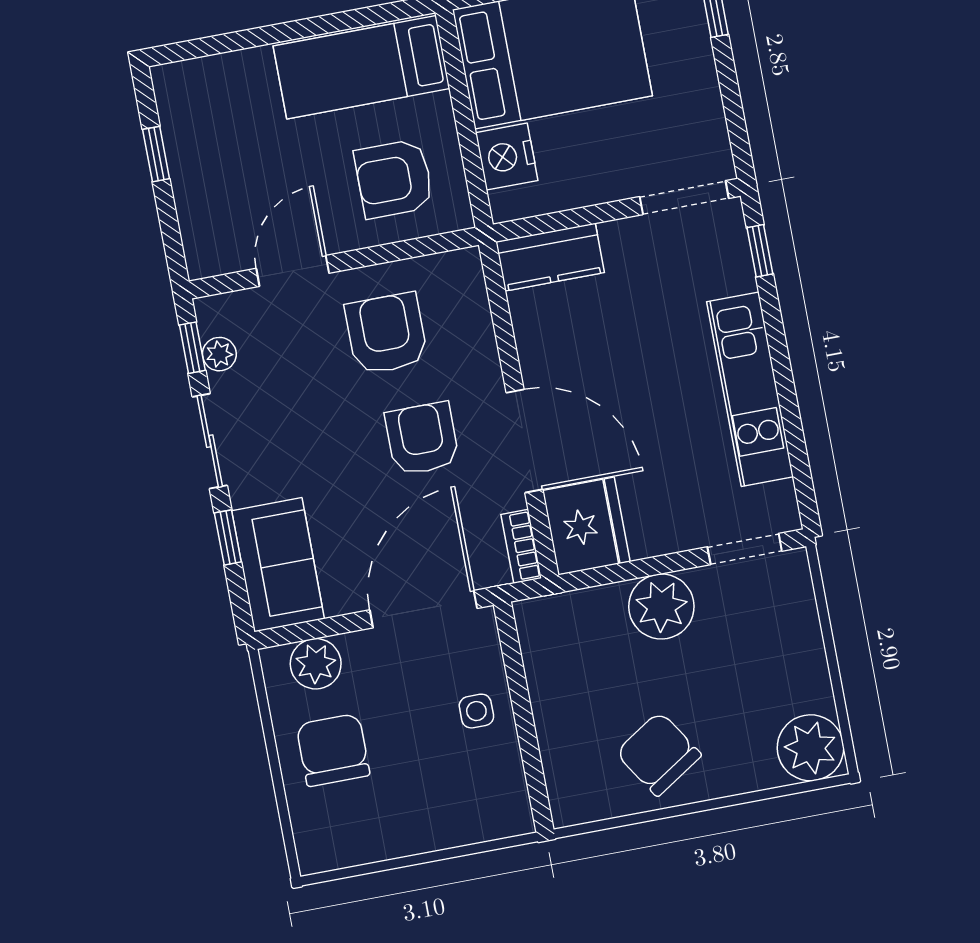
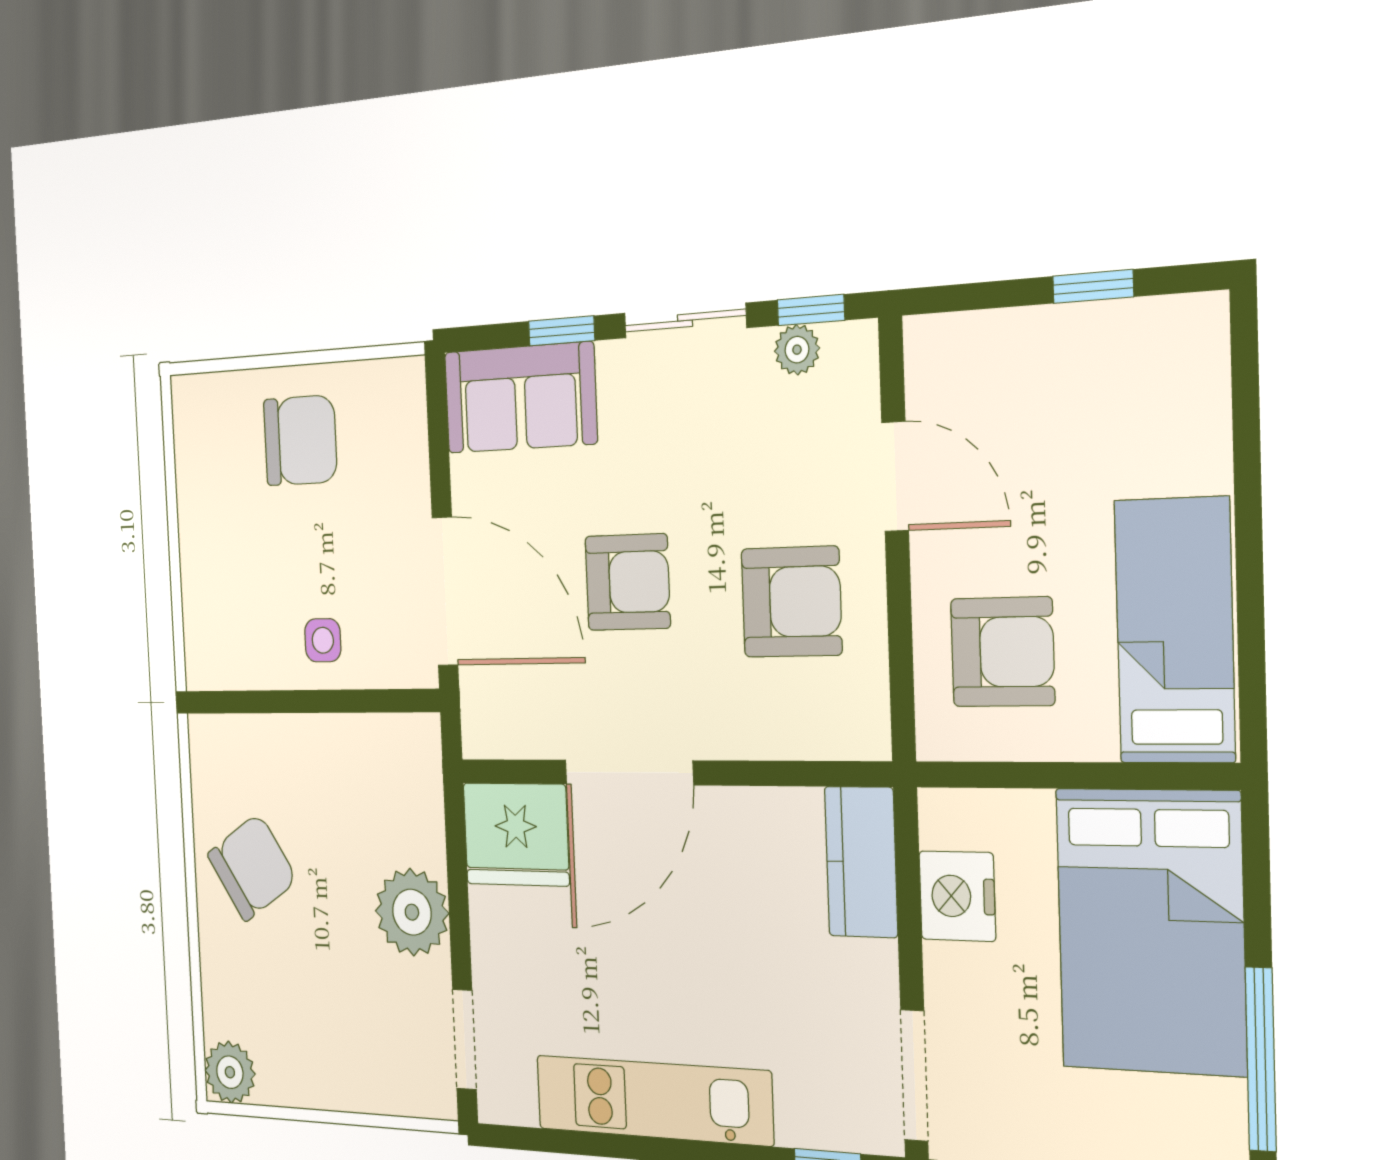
nightstand: (507, 157) -> (957, 896), moved, turned -90
armchair: (394, 179) -> (1003, 652), turned 90
armchair: (422, 439) -> (628, 582), moved
bookcase: (521, 546) -> (503, 740), removed
plant: (316, 664) -> (399, 433), removed
plant: (810, 748) -> (230, 1072), width x0.73, depth x0.73

